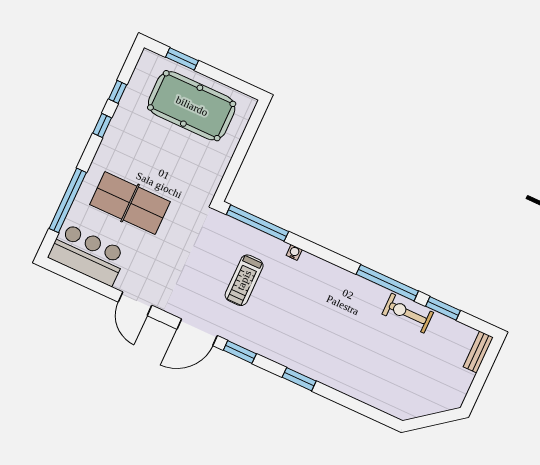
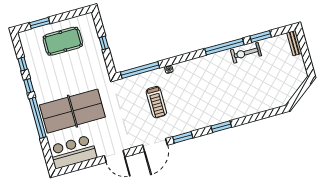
pool table: (192, 106) -> (63, 41), width x0.73, depth x0.76
window: (241, 151) -> (104, 43), added
window: (68, 200) -> (38, 118), moved
table tennis table: (130, 203) -> (72, 111), width x1.36, depth x1.32

